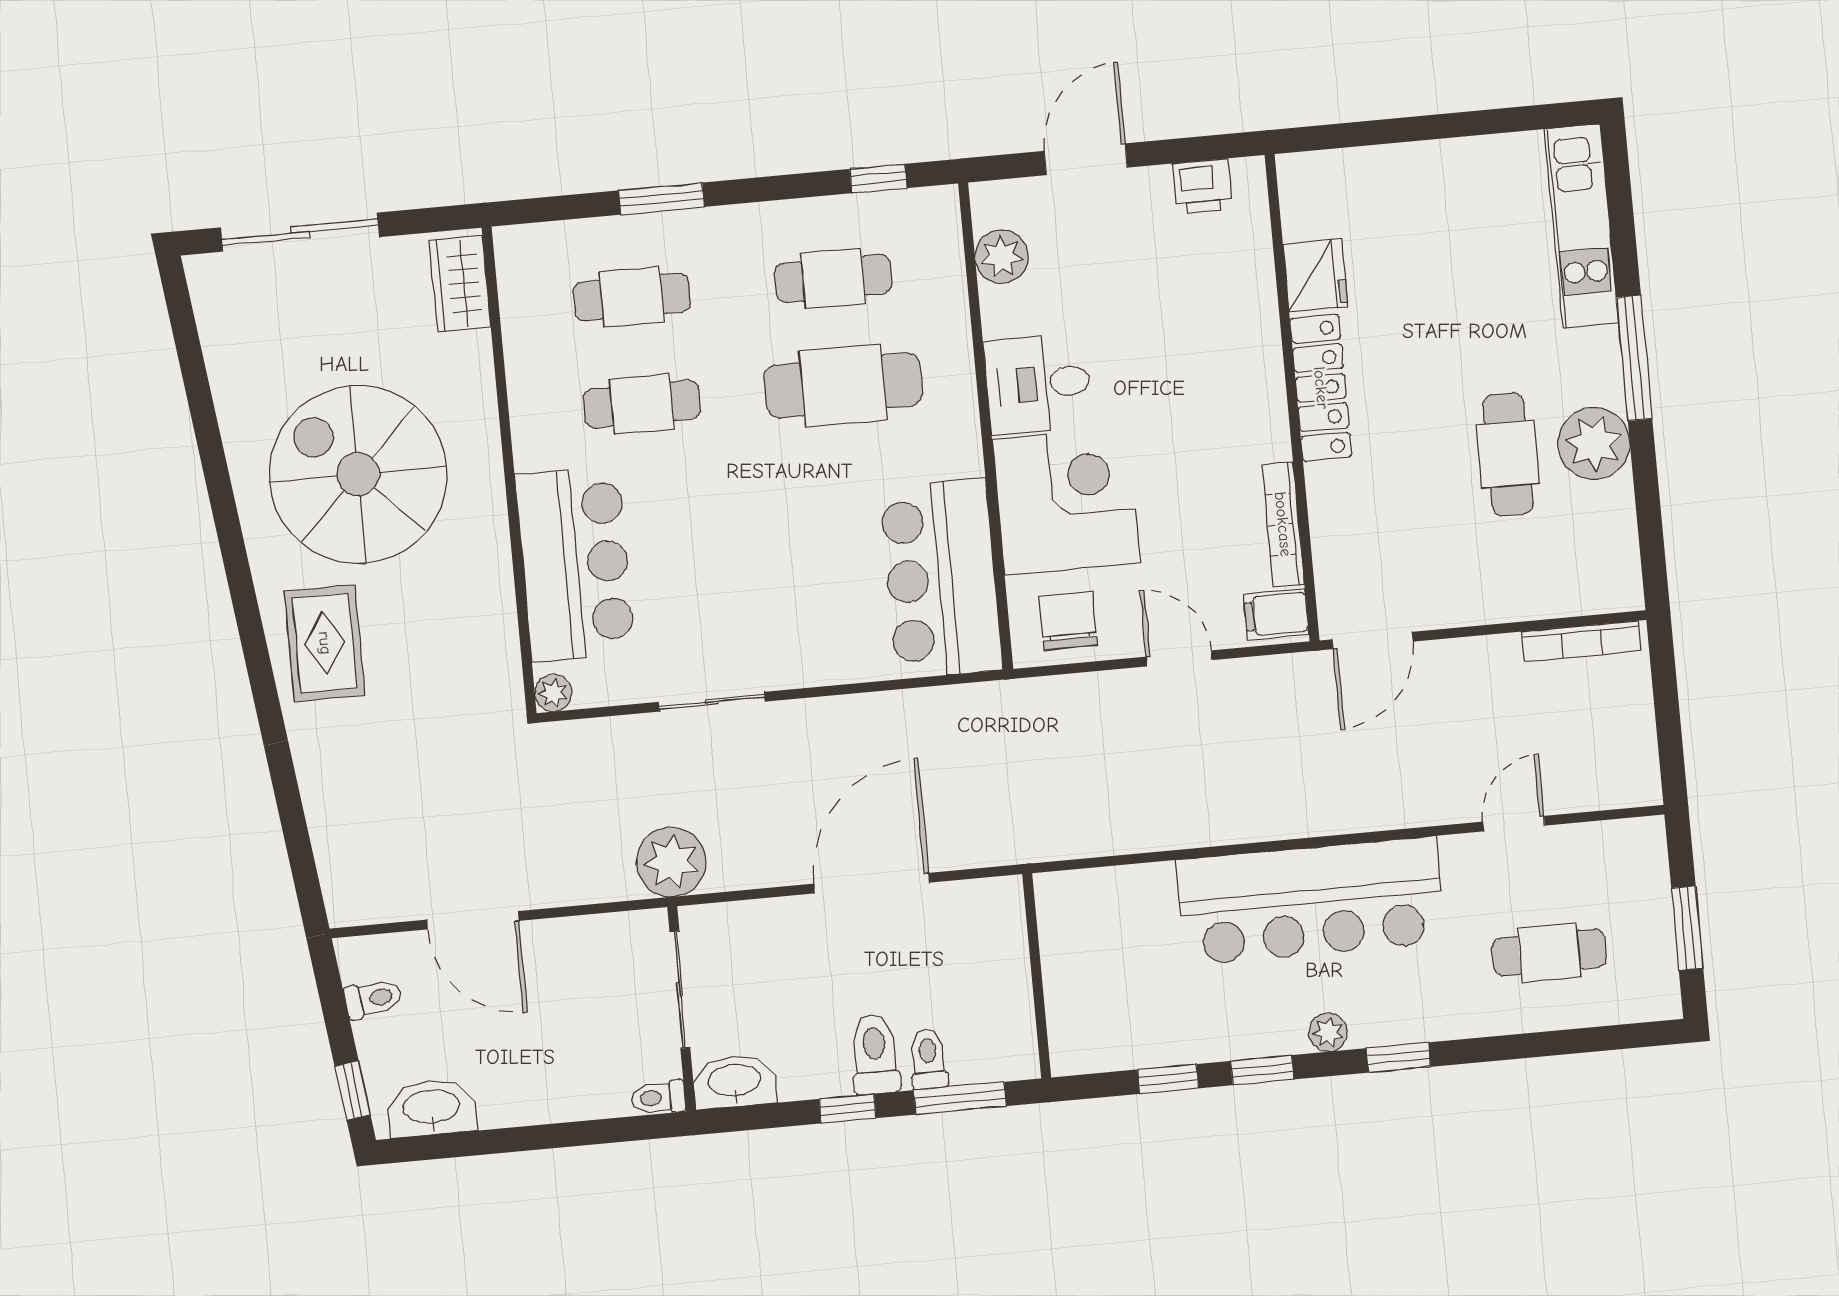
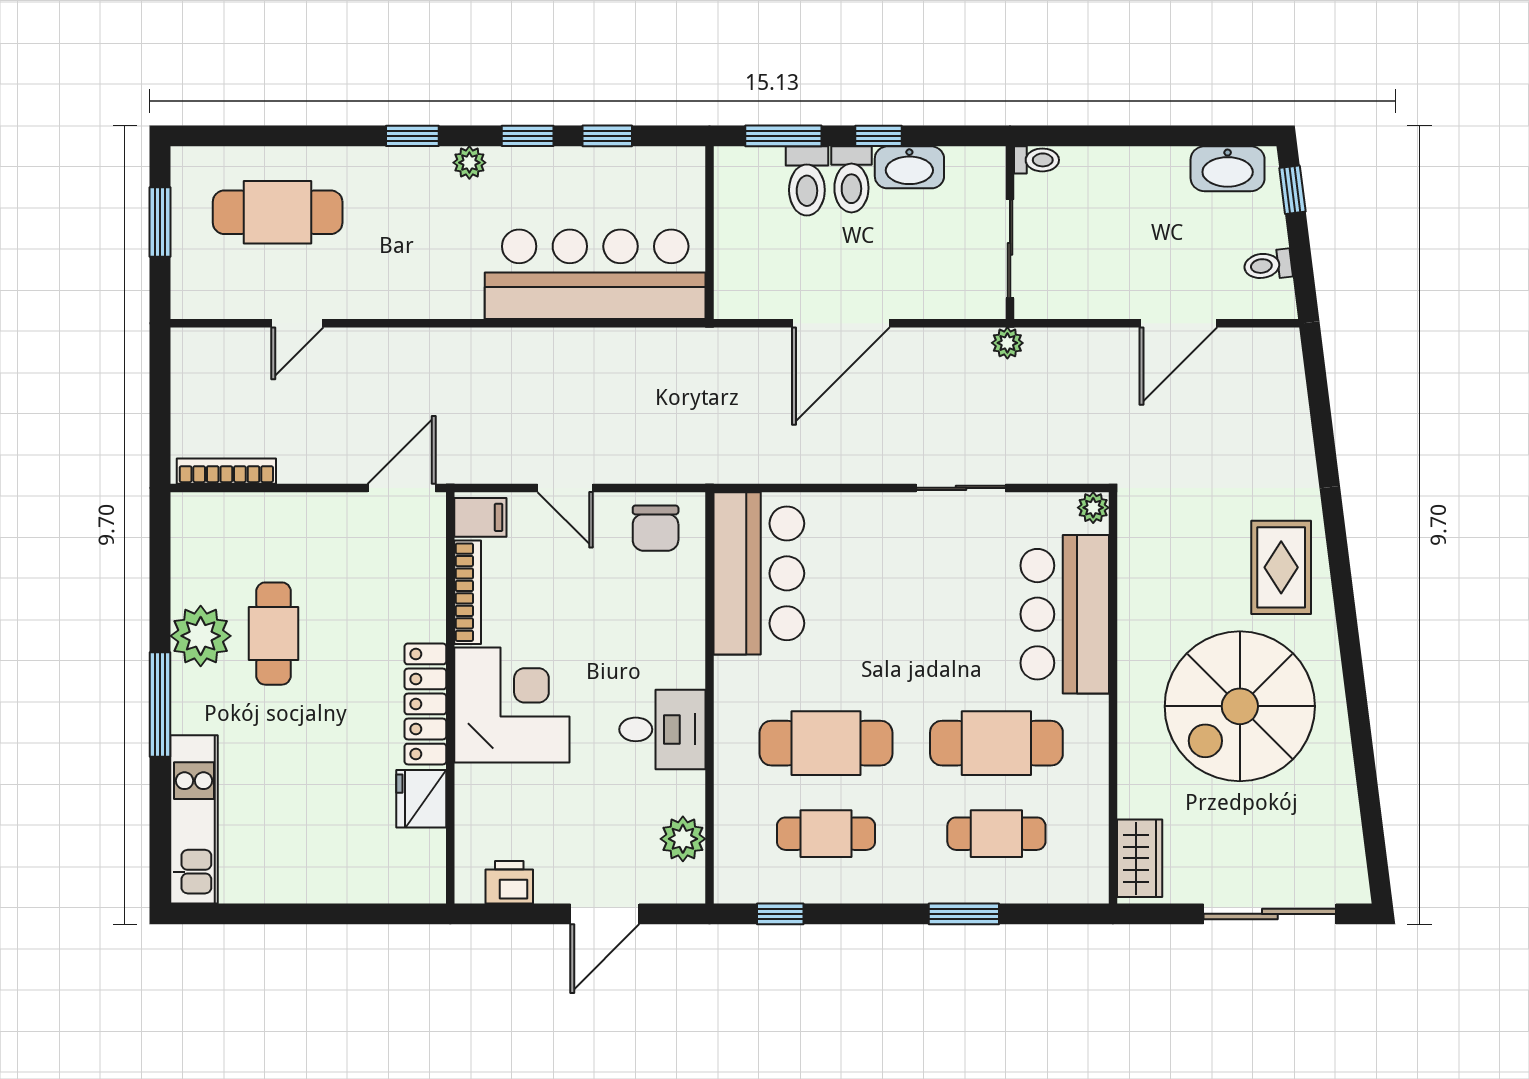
cafe table: (642, 404) -> (996, 743), width x1.37, depth x1.35
spiral stairs: (358, 474) -> (1240, 706), turned 90
corner desk: (1066, 501) -> (512, 705), moved, turned 180
plant: (671, 862) -> (1007, 343), width x0.53, depth x0.53
bar counter: (1311, 901) -> (595, 274), moved
door: (473, 920) -> (1178, 323), swing flipped
cafe table: (1549, 953) -> (278, 212), width x1.37, depth x1.35
toilet: (928, 1059) -> (807, 181), width x1.37, depth x1.39
washbasin: (734, 1082) -> (909, 167), moved

